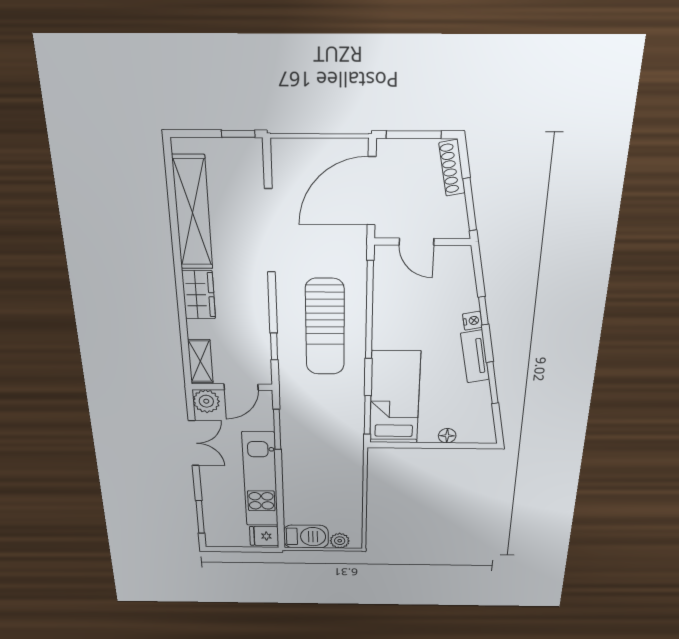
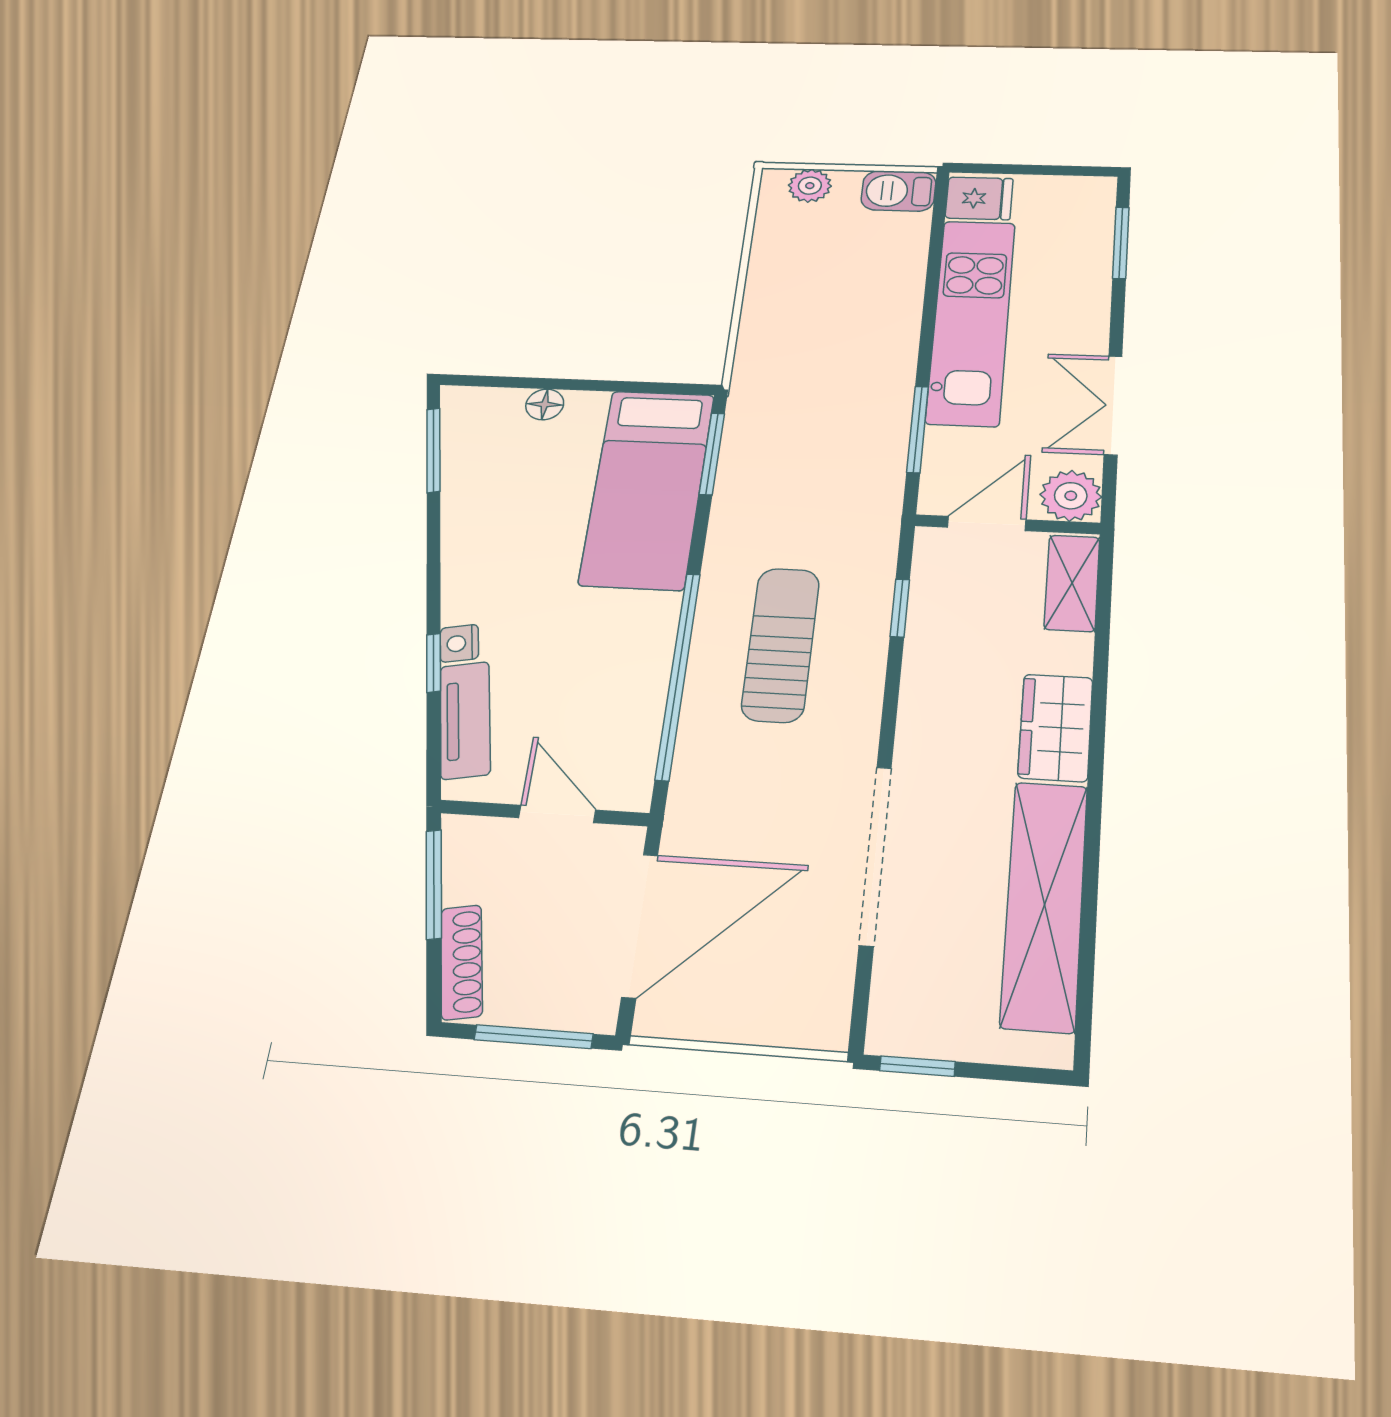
sun lounger: (325, 327) -> (781, 644), width x0.73, depth x0.75
tv unit: (475, 357) -> (465, 720), moved
window: (493, 383) -> (433, 450), moved
barbecue: (306, 537) -> (898, 191), width x0.73, depth x0.79

